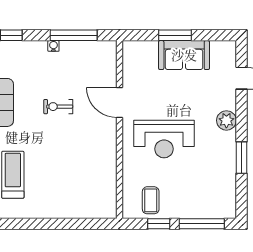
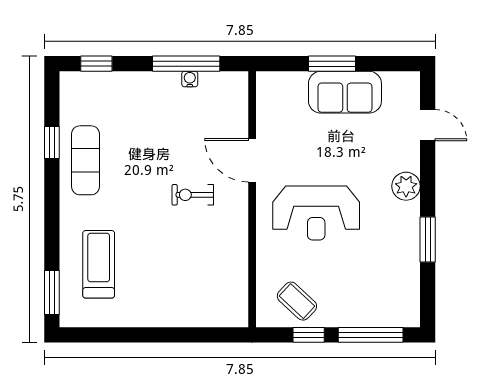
water cooler: (53, 46) -> (190, 79), moved
exercise bike: (58, 107) -> (193, 195), moved
coffee table: (151, 200) -> (297, 301), turned -47

